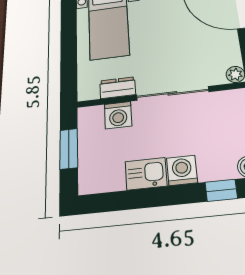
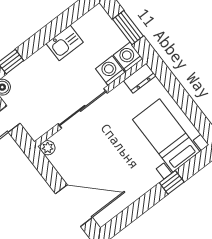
dresser: (118, 88) -> (140, 78), moved
washing machine: (182, 170) -> (128, 57), moved, turned 180

